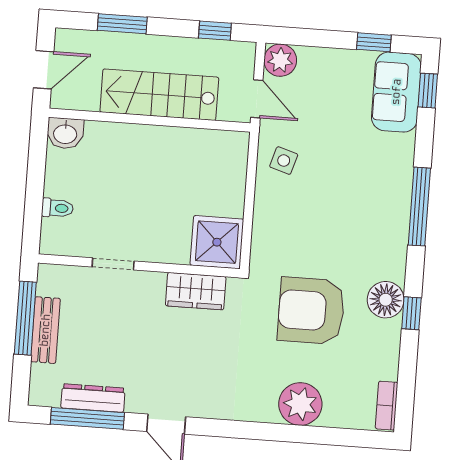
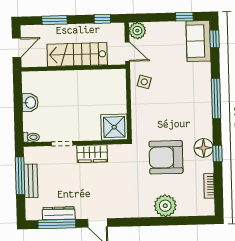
washbasin: (65, 133) -> (30, 103), moved, turned -90
toilet: (57, 208) -> (31, 137), moved
wardrobe: (196, 291) -> (92, 154), moved
bookcase: (387, 406) -> (209, 186), moved

